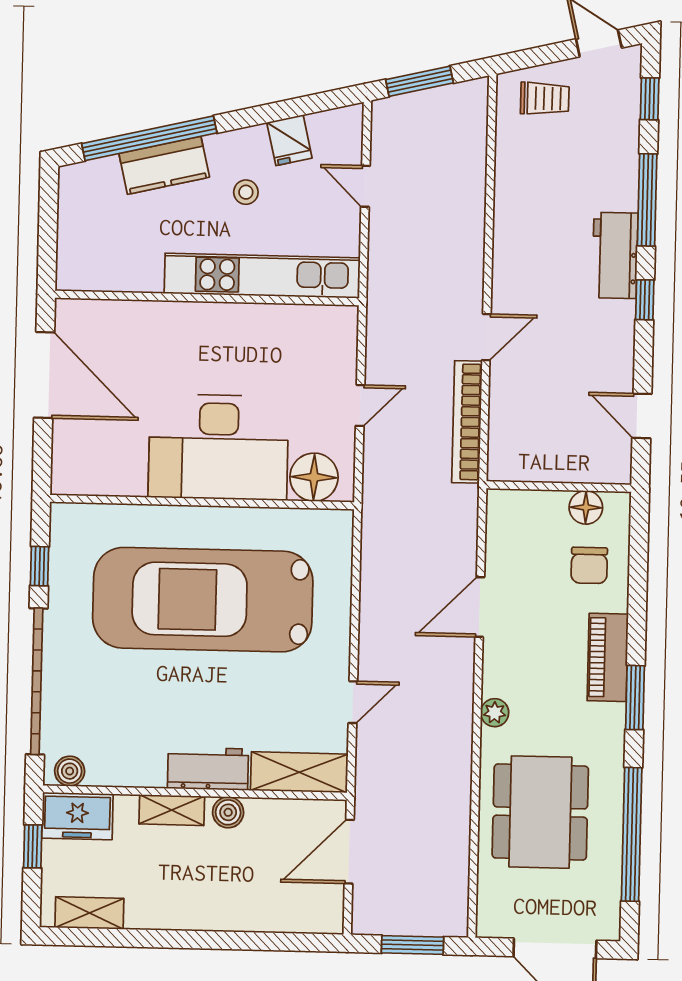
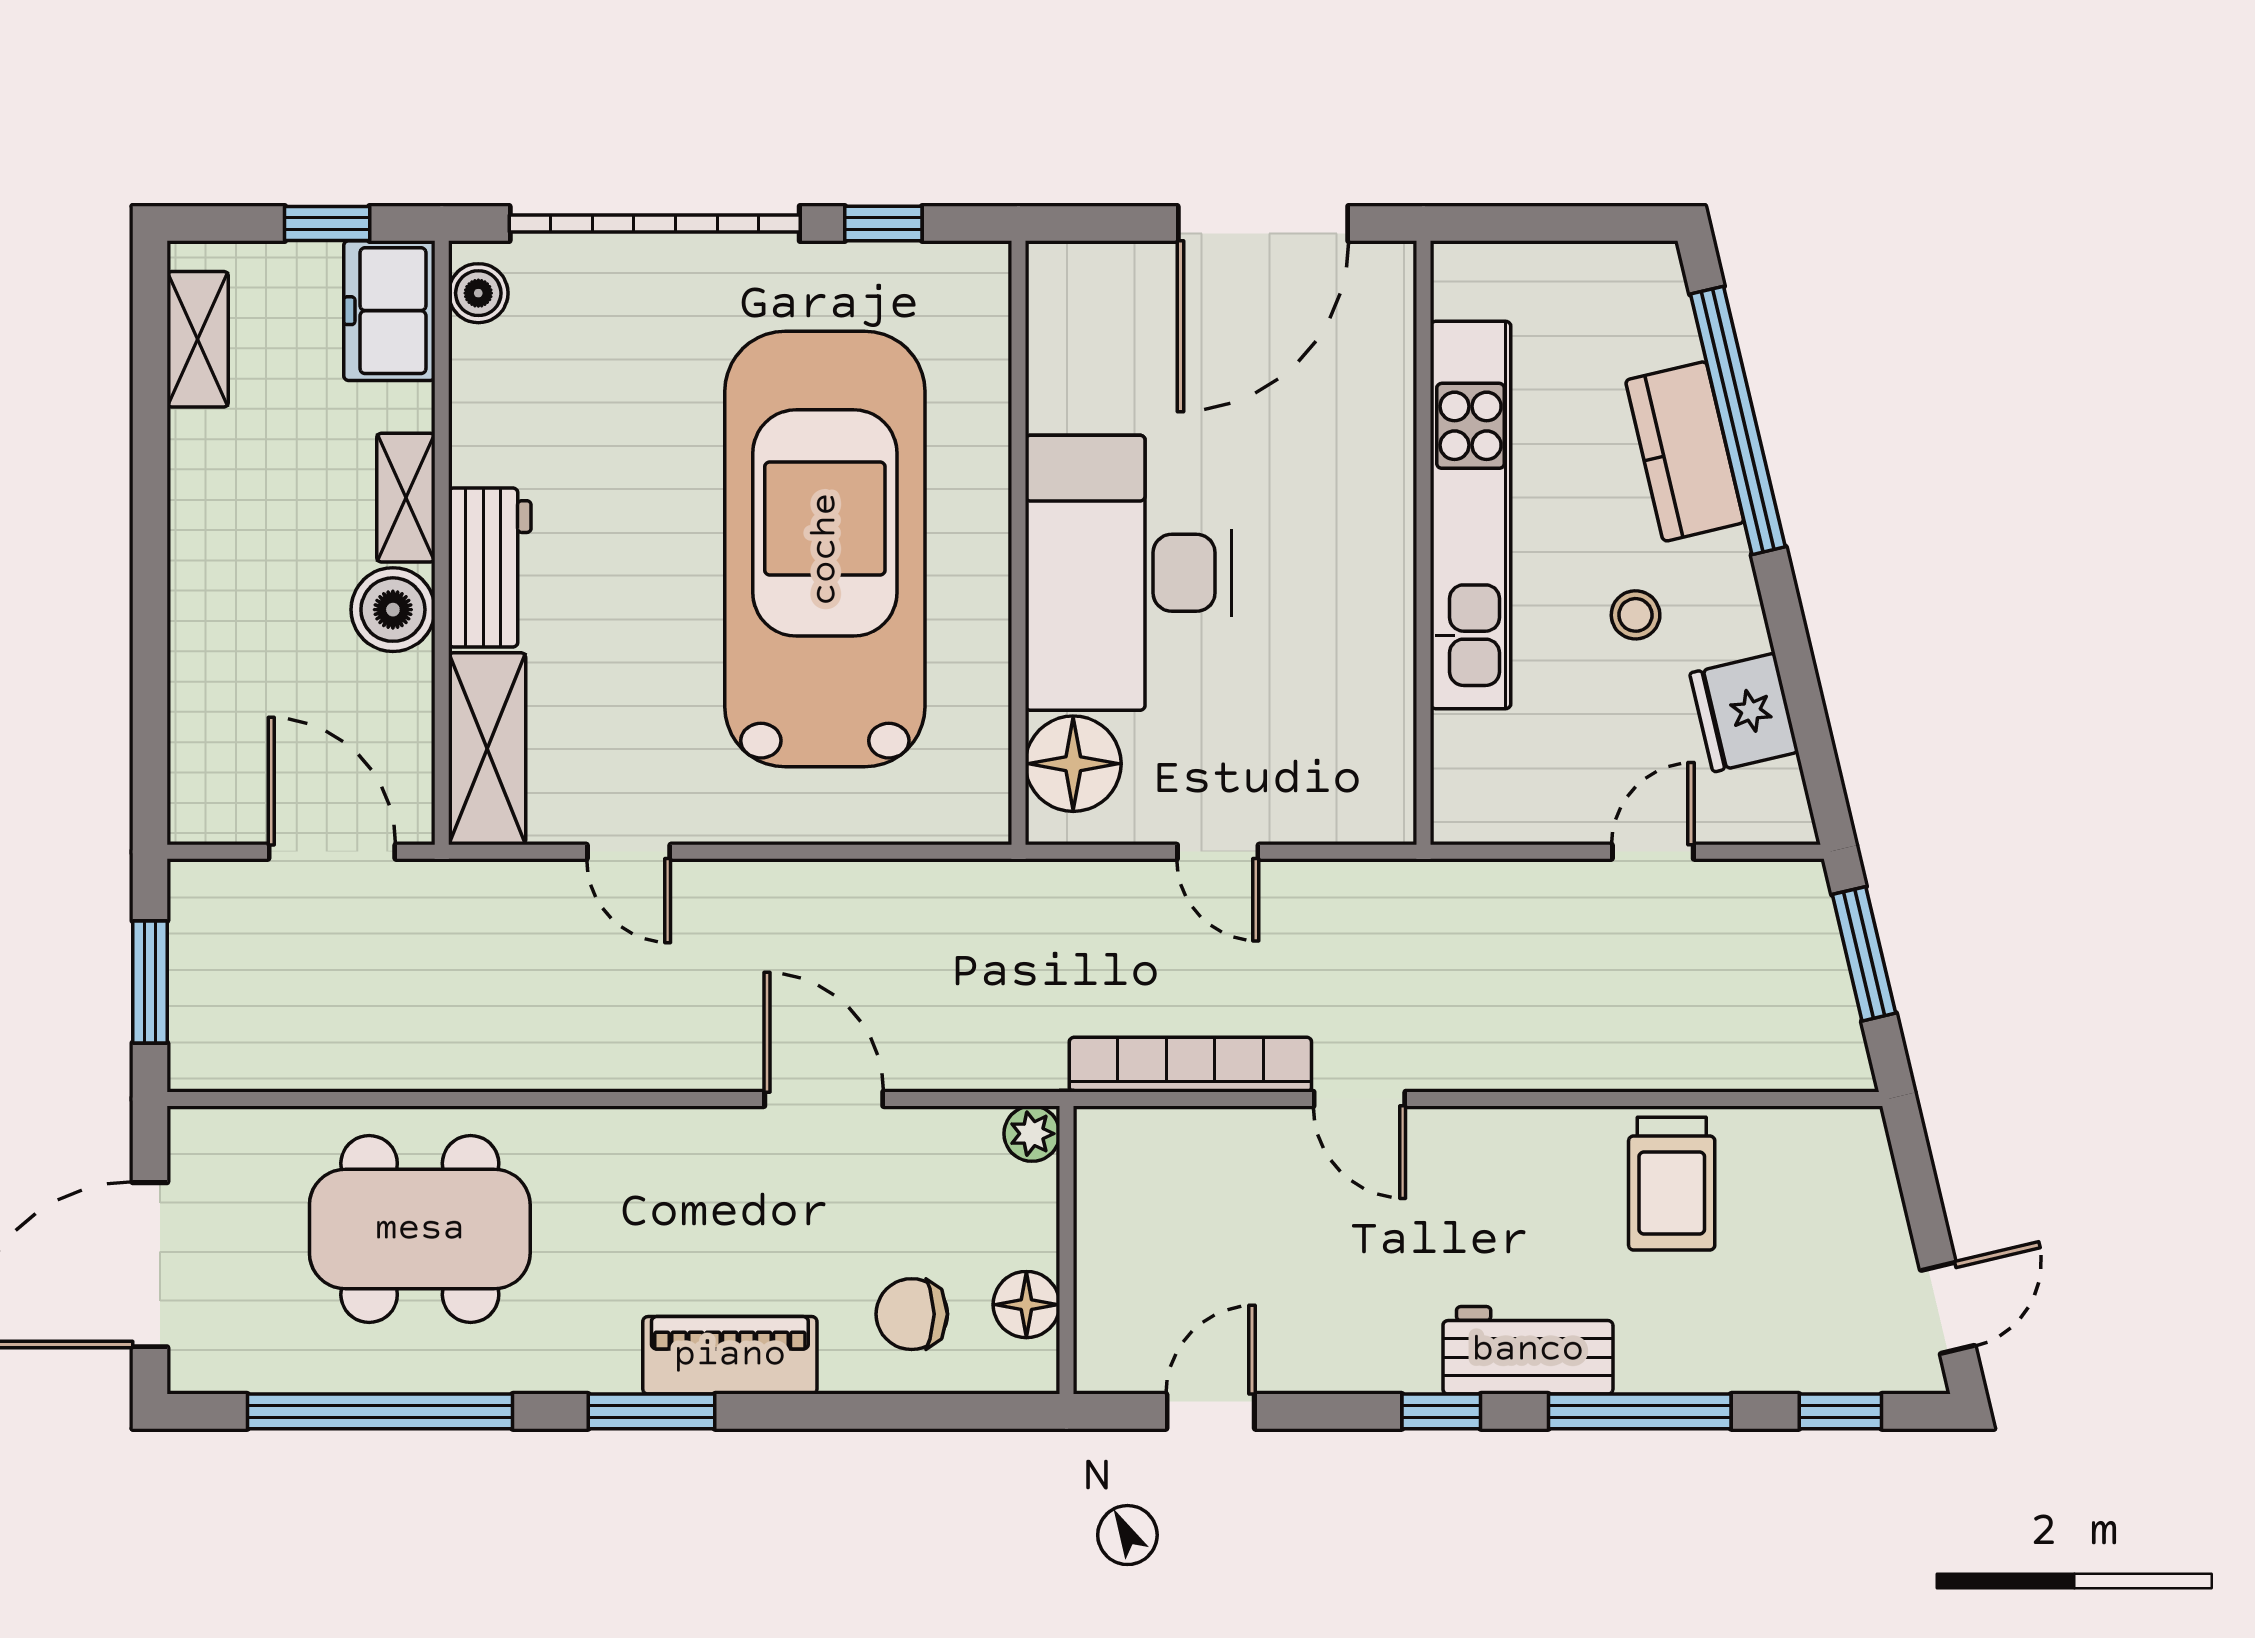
trolley: (545, 98) -> (1672, 1184), moved, width x1.36, depth x1.39
fridge: (289, 140) -> (1744, 713), width x1.38
kitchen unit: (262, 276) -> (1471, 515), moved
plant: (495, 713) -> (1032, 1134), moved
boiler: (228, 812) -> (393, 610), width x1.36, depth x1.36

